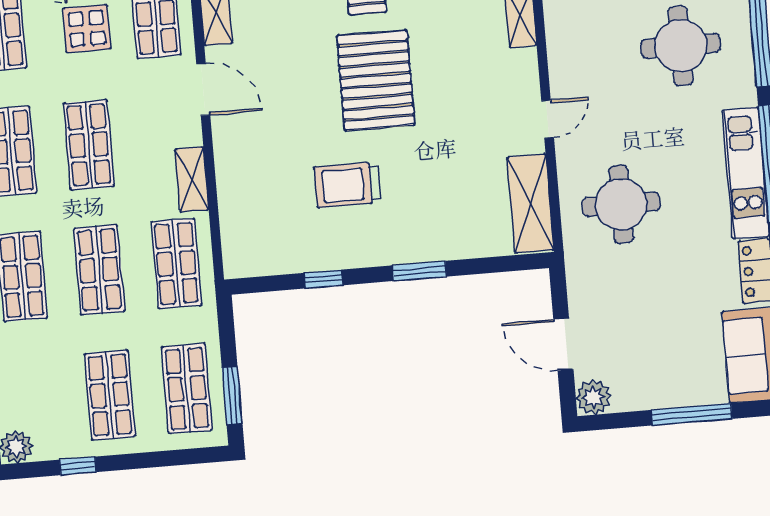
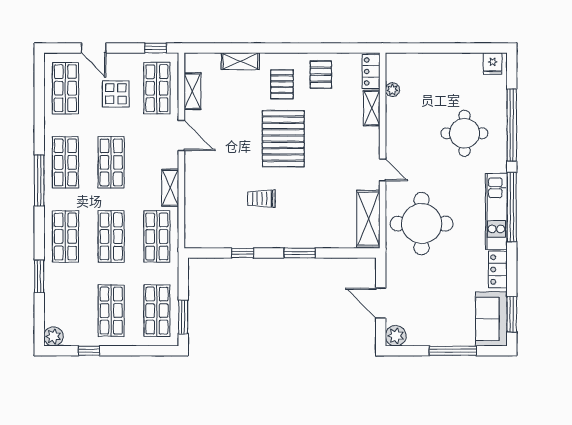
door: (548, 119) -> (383, 170), hinge flipped
trolley: (347, 185) -> (261, 199), width x0.73, depth x0.72
round table: (621, 204) -> (422, 224), width x1.36, depth x1.36

